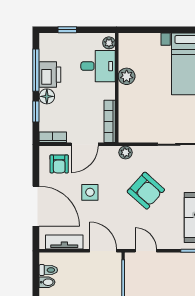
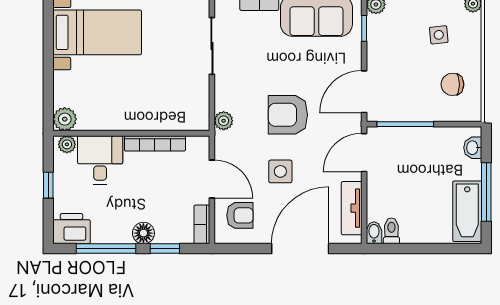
window: (67, 30) -> (48, 185), moved
printer: (50, 75) -> (72, 229), moved
plant: (127, 76) -> (65, 119), moved
bookcase: (110, 121) -> (155, 143), moved
armchair: (146, 191) -> (288, 115), moved, turned -132
door: (146, 251) -> (364, 92), width x1.38
bidet: (47, 282) -> (374, 233), moved

